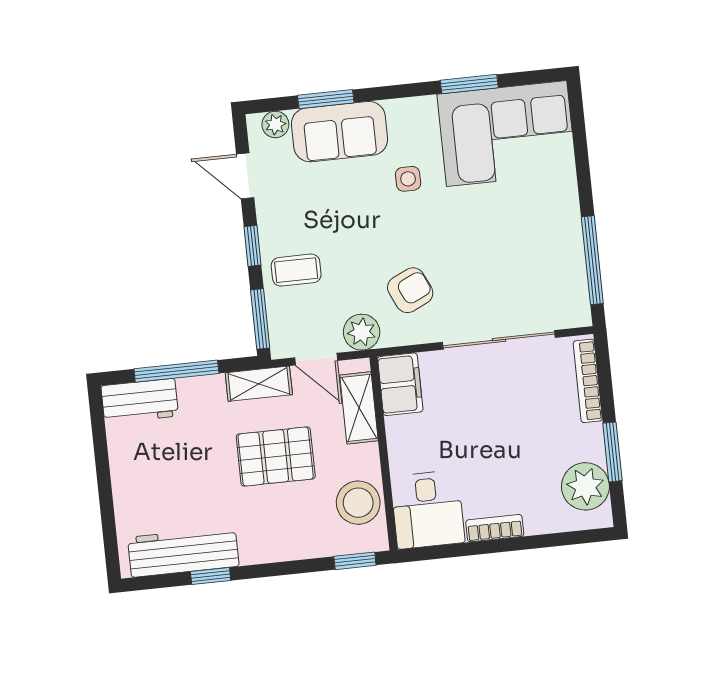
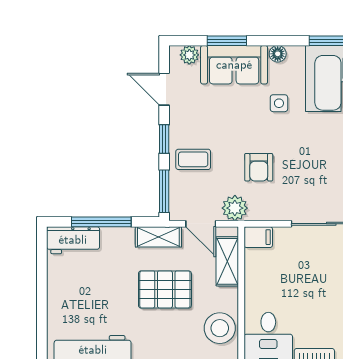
floor lamp: (399, 110) -> (278, 54), added
armchair: (410, 290) -> (259, 167), moved, turned 115
filing cabinet: (400, 384) -> (258, 237), width x0.50

